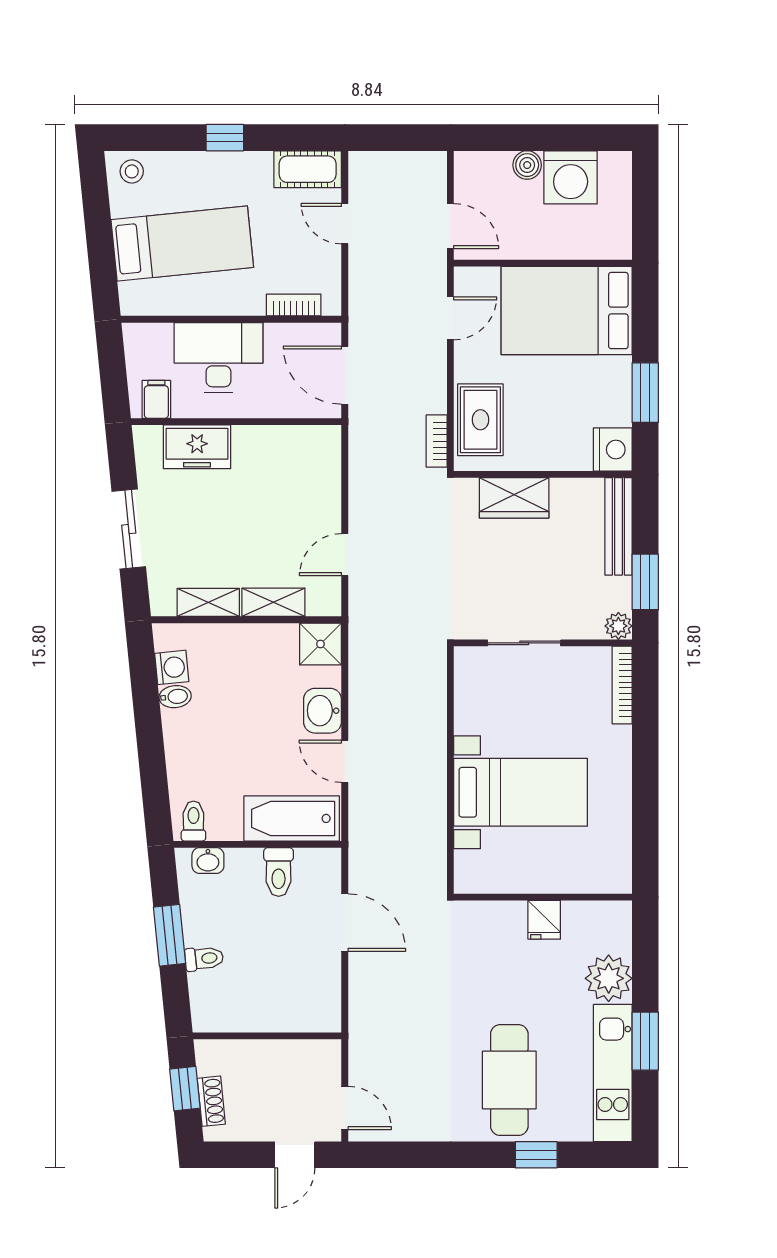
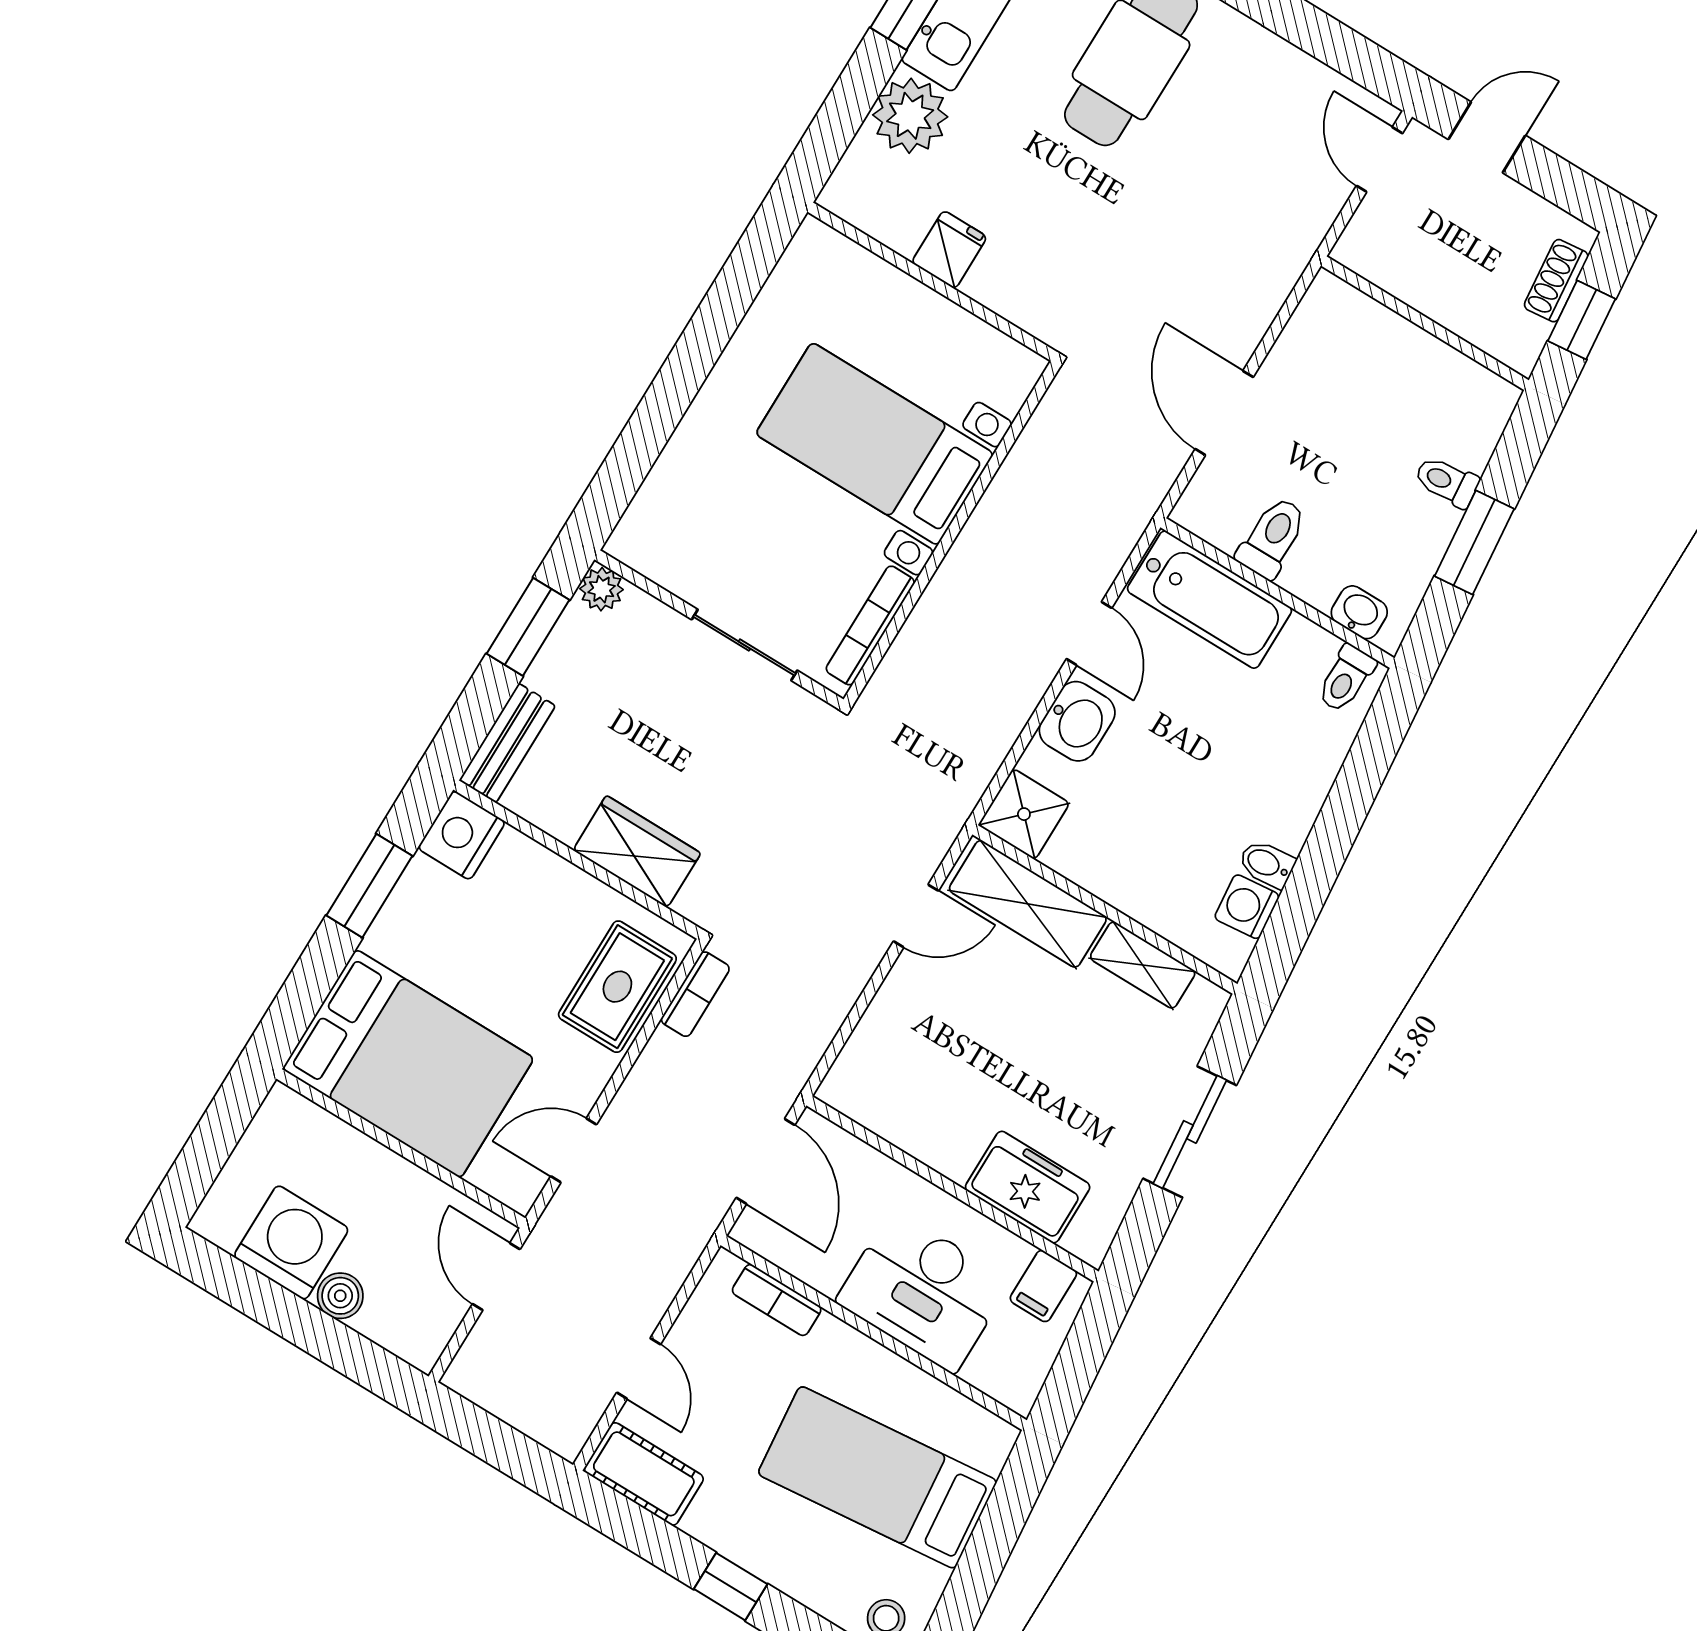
bench: (618, 526) -> (507, 743), width x0.73
shelving: (273, 602) -> (1028, 904), width x1.50, depth x1.33
bookcase: (622, 685) -> (870, 625), moved, turned 180

